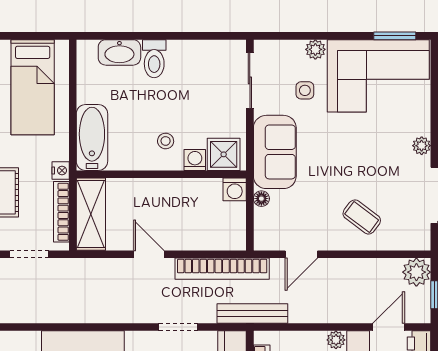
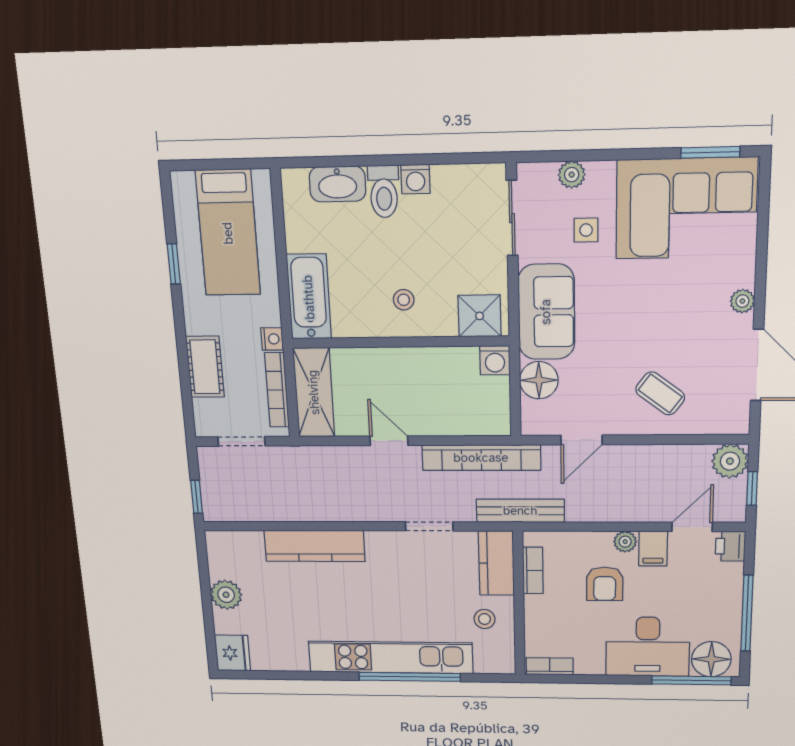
plant: (315, 49) -> (572, 175), moved
washing machine: (195, 160) -> (415, 179), moved, turned 180
floor lamp: (261, 199) -> (539, 380), width x1.89, depth x1.89

